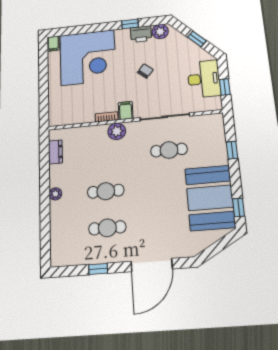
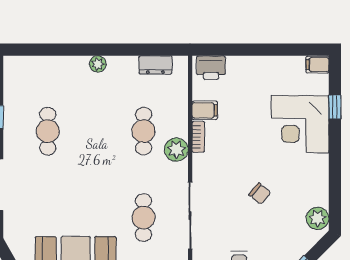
window: (130, 24) -> (335, 107), moved
printer: (141, 34) -> (211, 68), moved, turned -90
corner desk: (88, 57) -> (300, 124), width x0.74, depth x0.74
filing cabinet: (126, 111) -> (205, 110), moved
cafe table: (106, 191) -> (144, 131), moved

